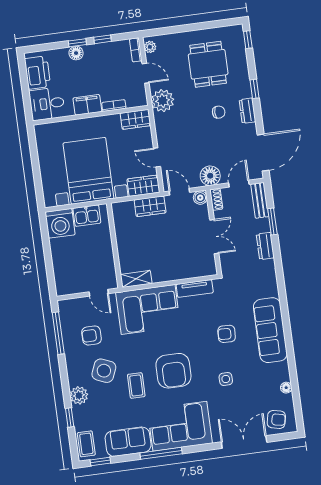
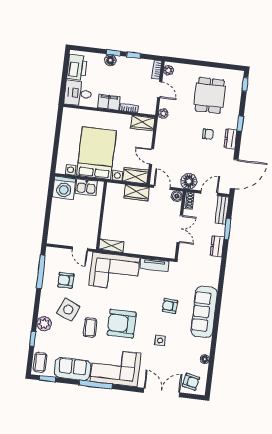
plant: (163, 101) -> (163, 114), width x0.53, depth x0.53
armchair: (173, 371) -> (122, 324), turned 90

